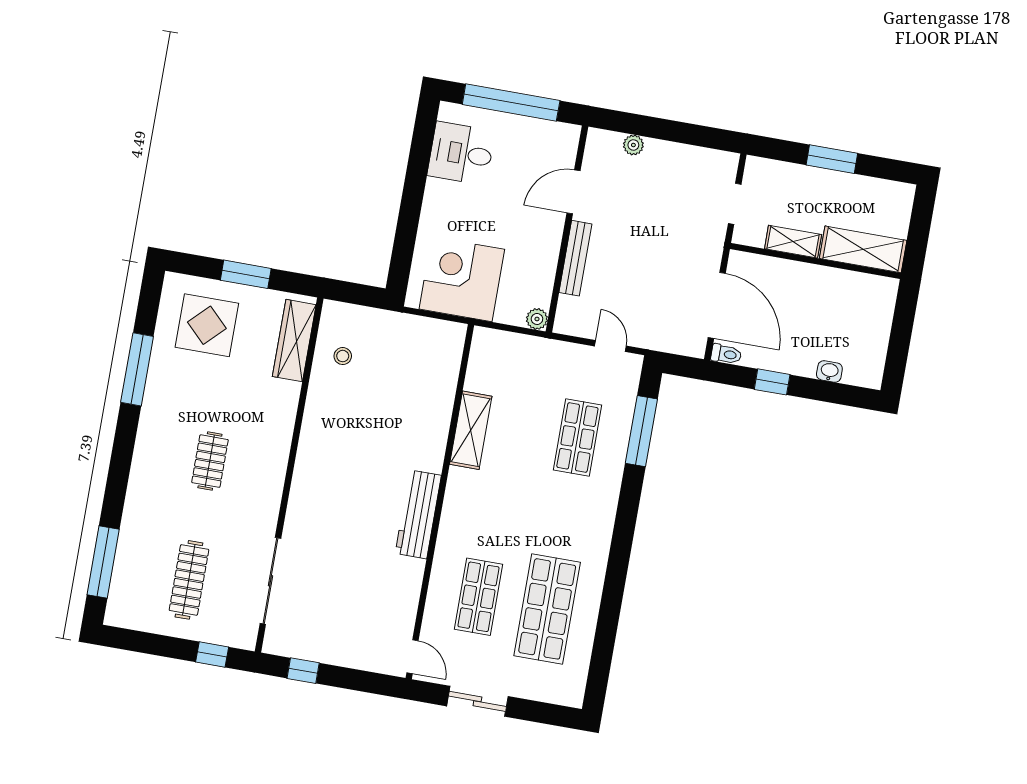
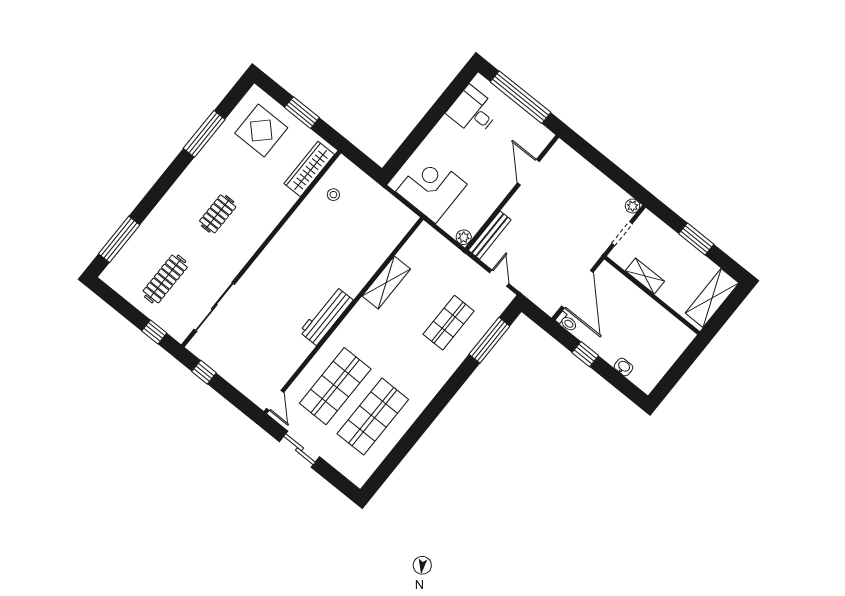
plant: (633, 145) -> (633, 206), moved
door: (573, 192) -> (528, 172), hinge flipped
shelving: (863, 249) -> (712, 298), moved, turned 90
bench: (575, 258) -> (490, 235), moved
shop shelf: (479, 597) -> (335, 386), width x1.43, depth x1.36

